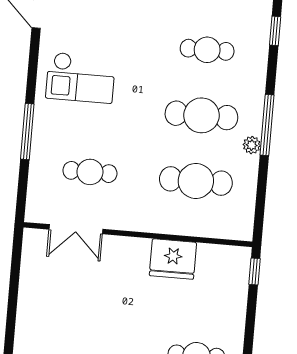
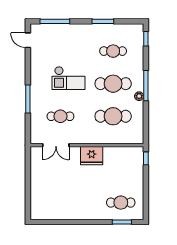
checkout: (81, 78) -> (69, 78), moved
fridge: (173, 259) -> (92, 156), moved

